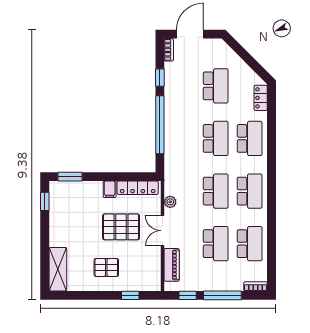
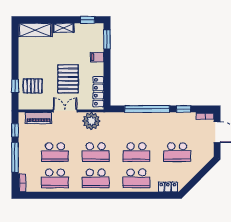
filing cabinet: (110, 189) -> (97, 57), moved
plant: (170, 202) -> (91, 121), width x1.88, depth x1.88
shelving: (55, 233) -> (63, 28), added
pallet: (106, 267) -> (33, 86), moved, turned 90

